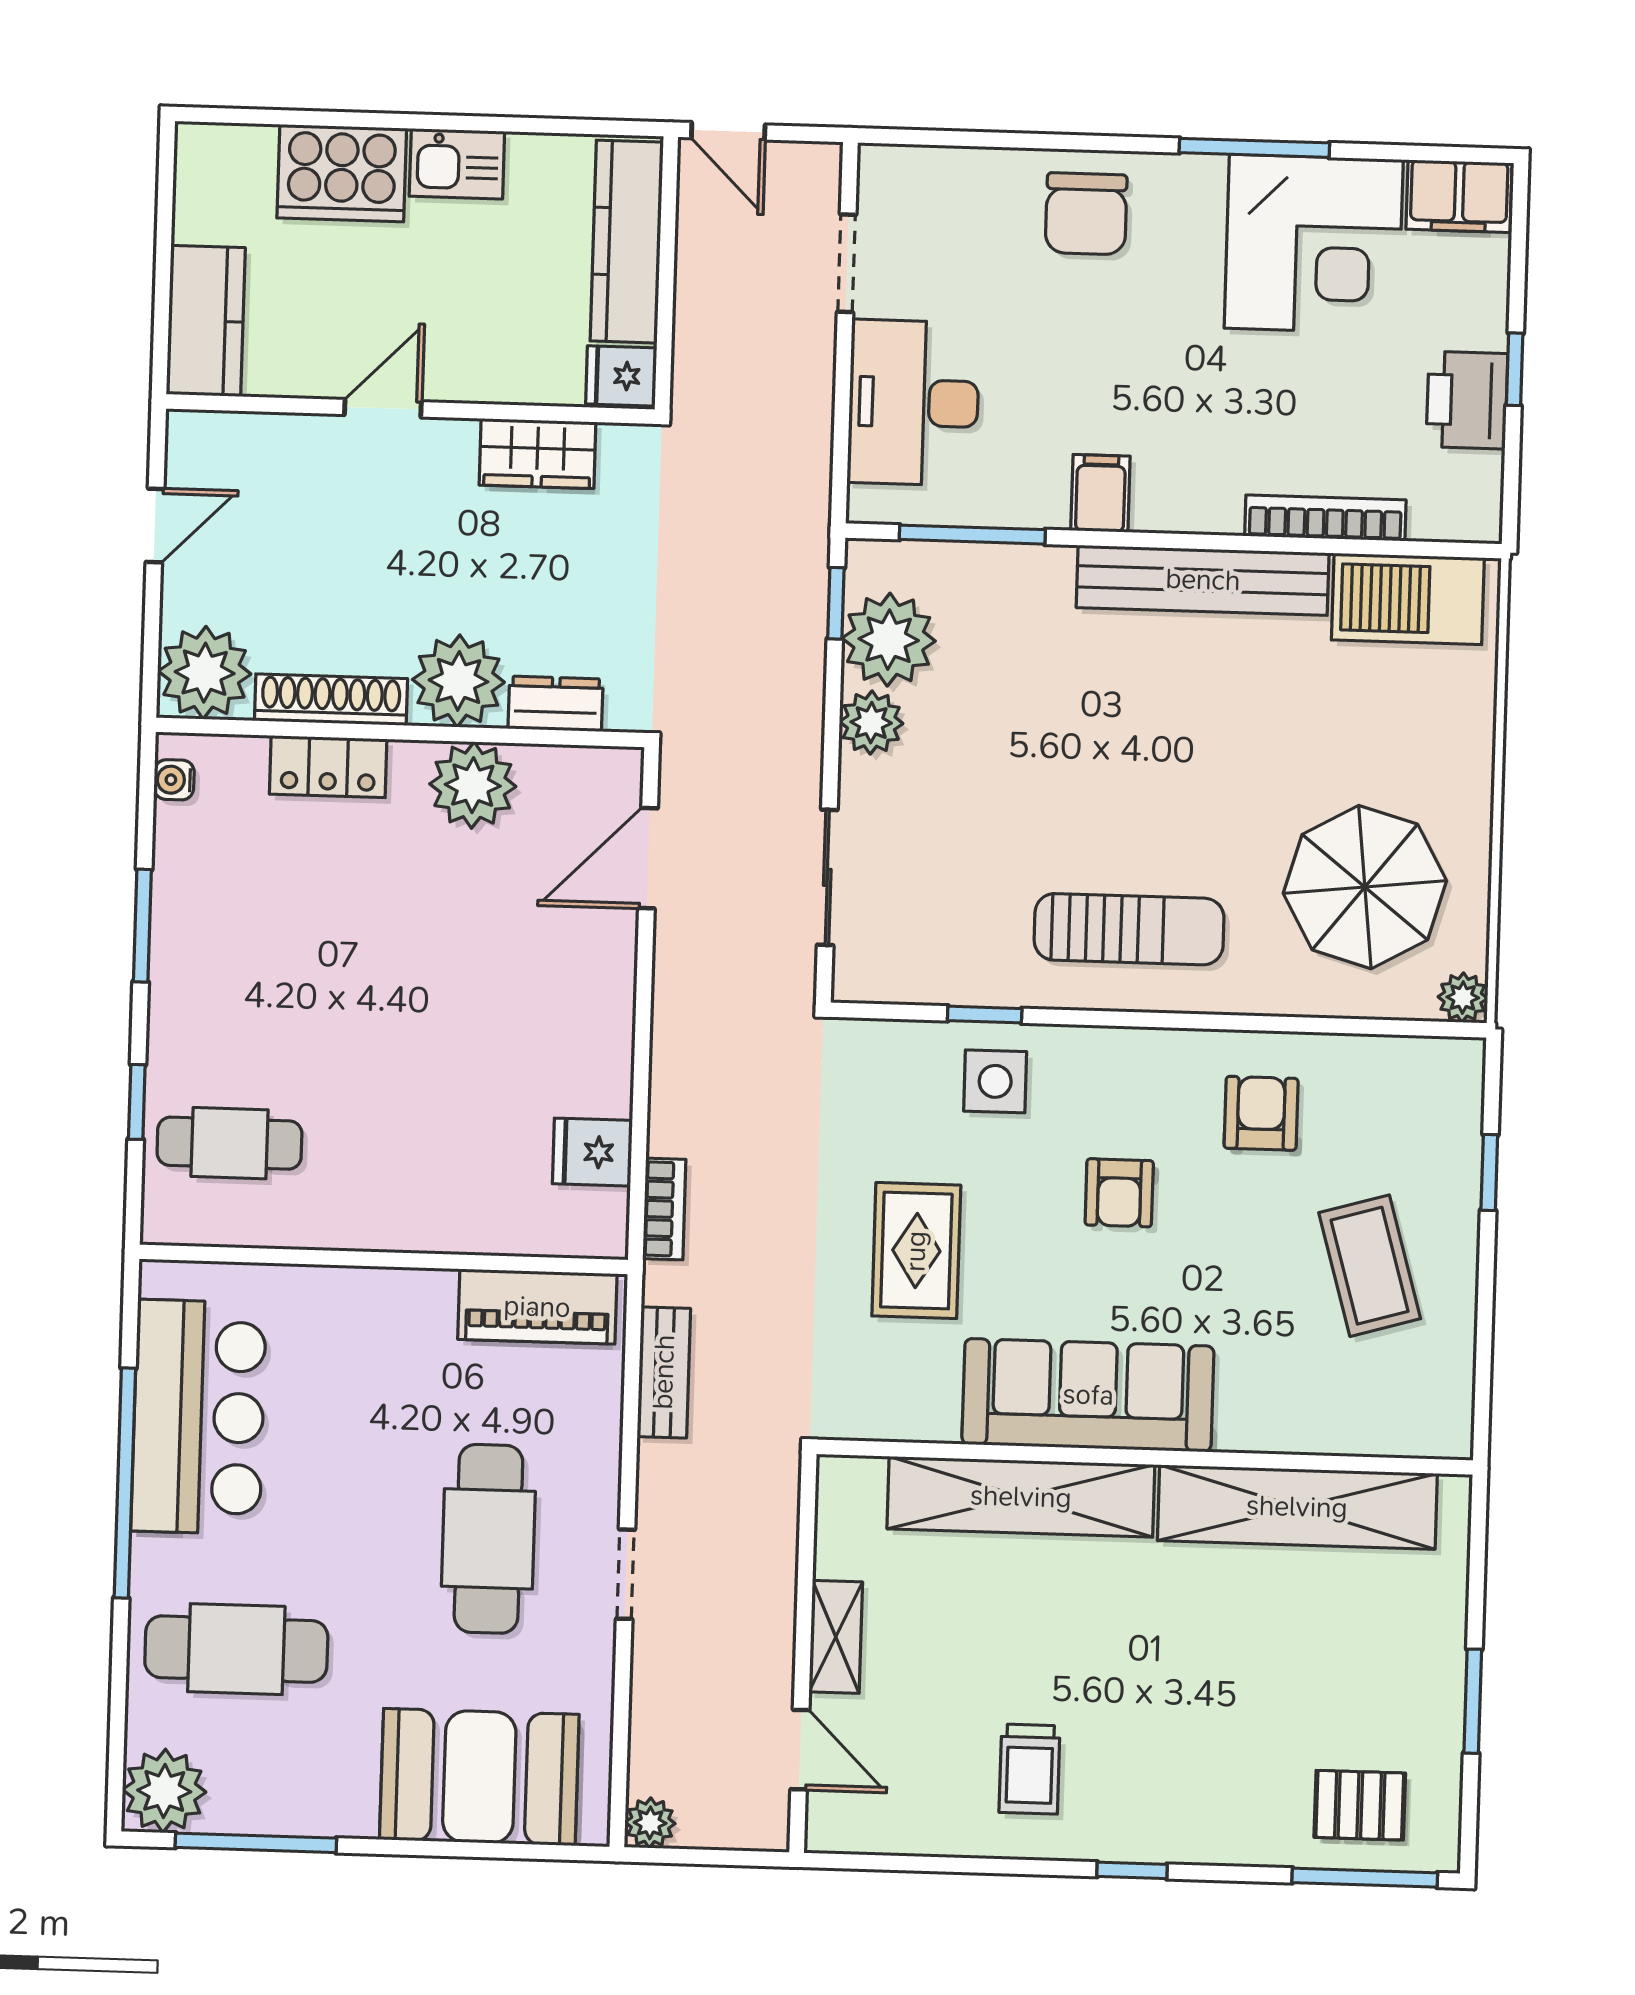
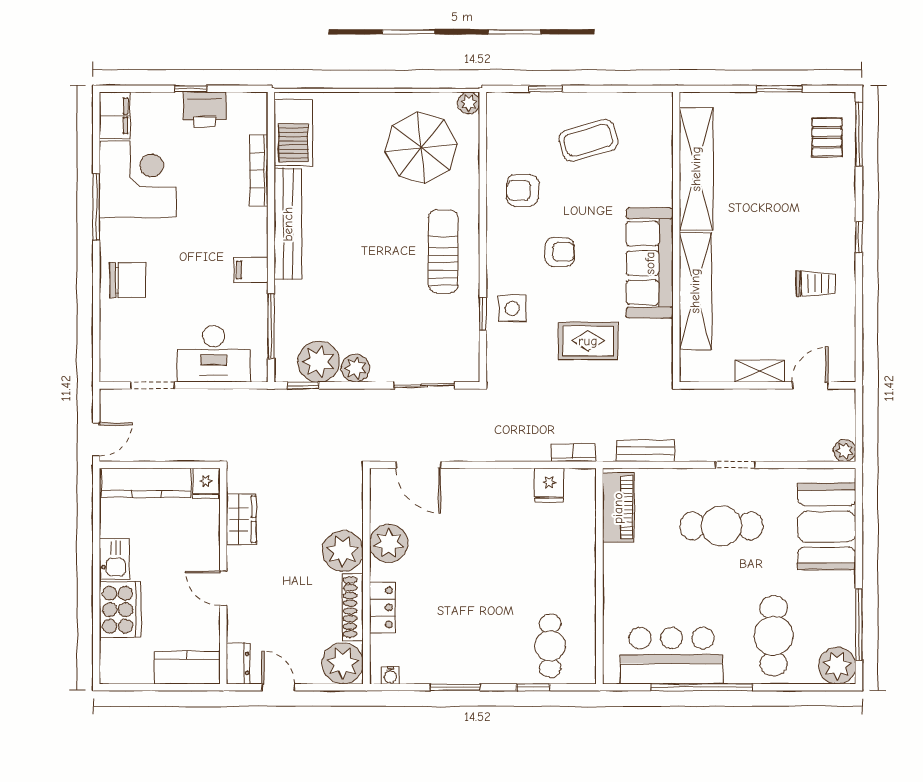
dresser: (555, 704) -> (238, 663), moved, turned 180

